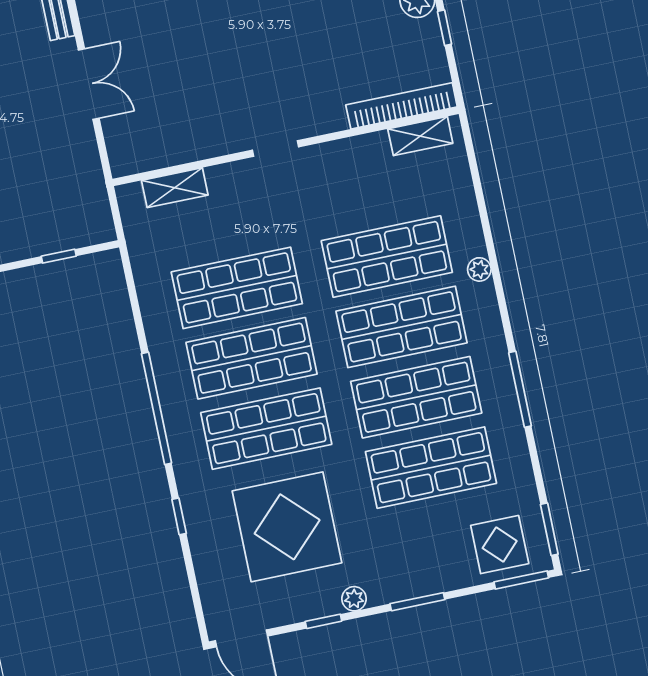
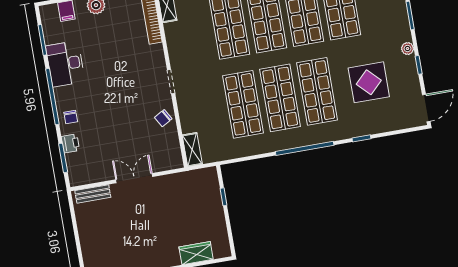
chair: (205, 136) -> (163, 118), added
shelving: (175, 188) -> (192, 150), moved
display table: (287, 527) -> (369, 82), width x0.73, depth x0.73

